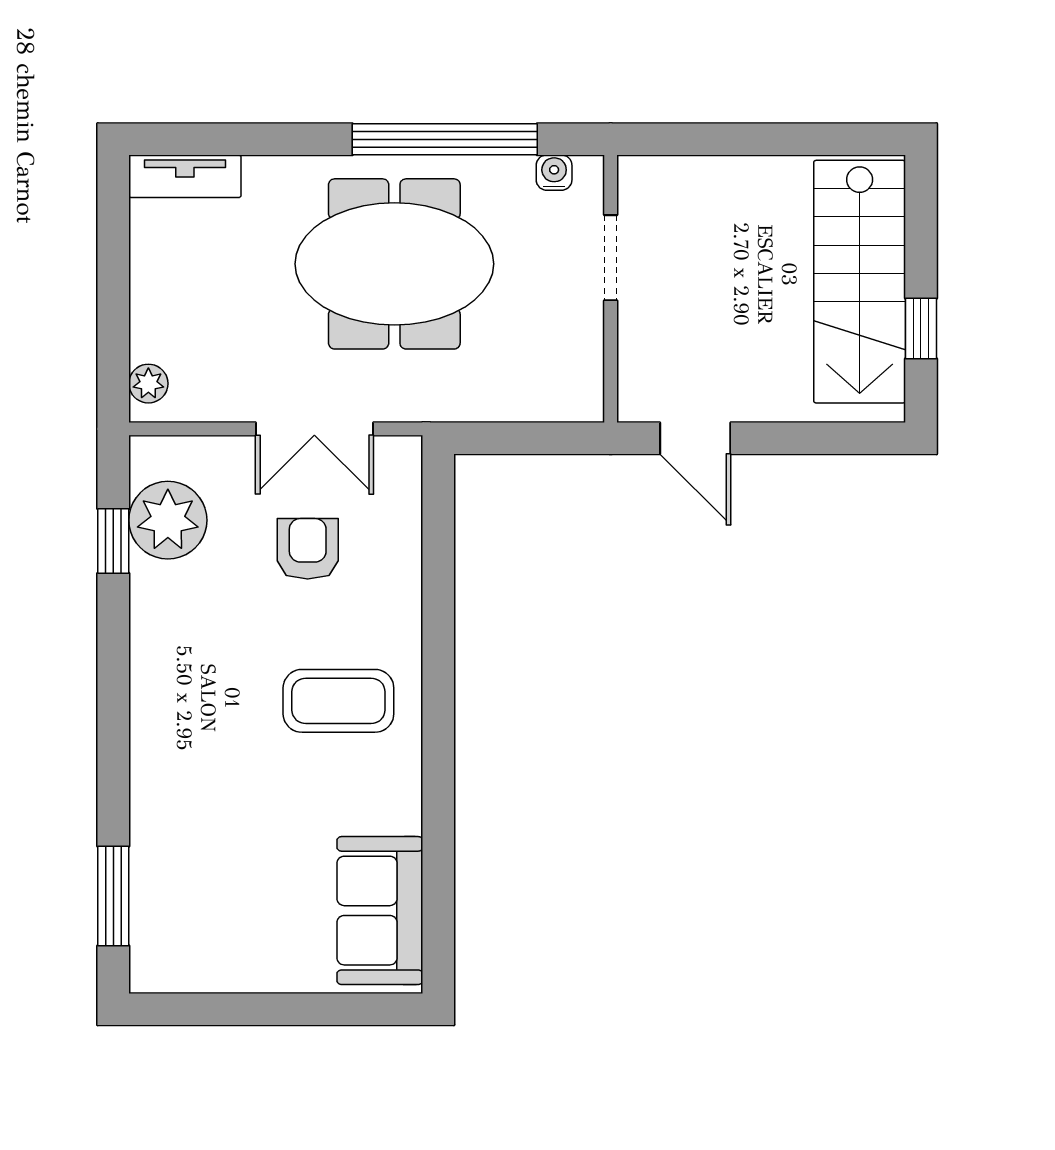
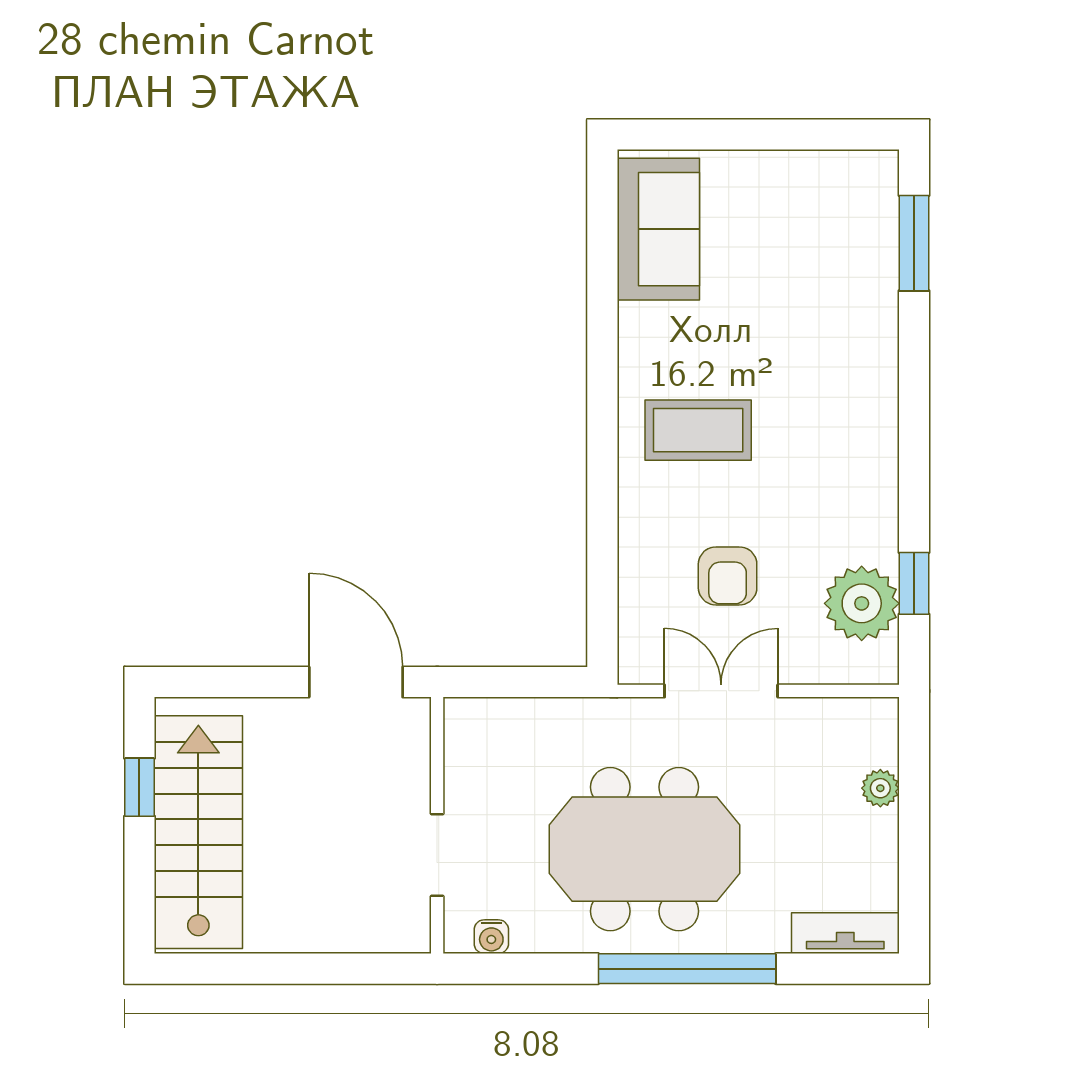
window: (445, 139) -> (687, 969), moved
plant: (148, 384) -> (880, 788), moved
door: (695, 438) -> (356, 682), width x1.38

